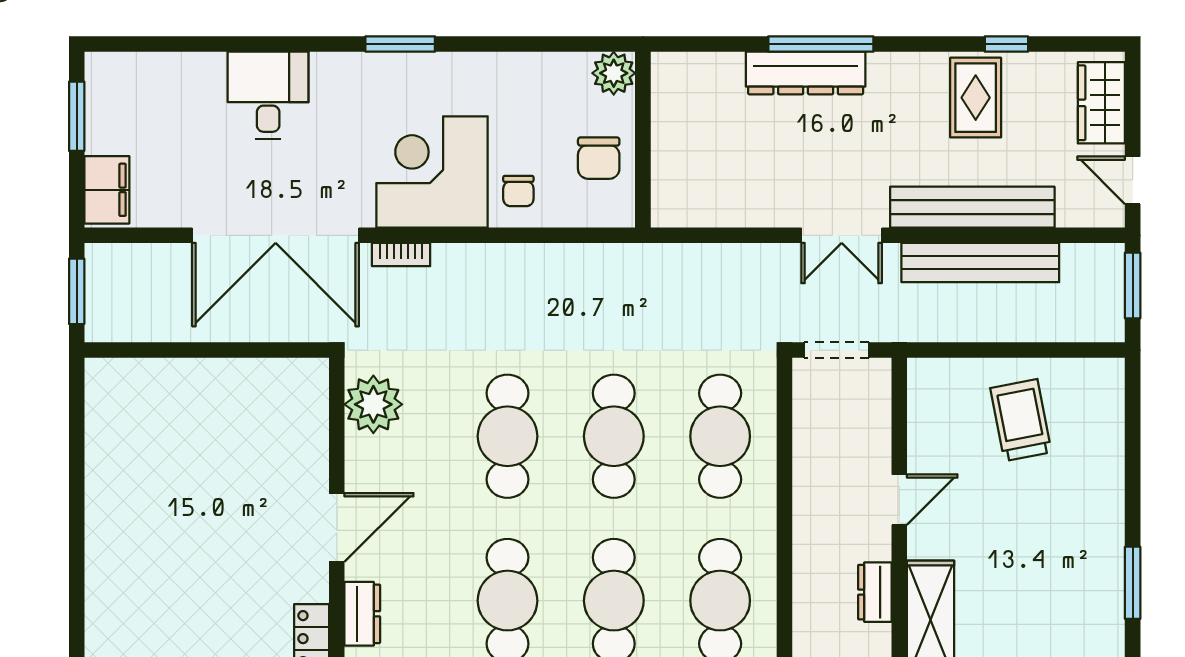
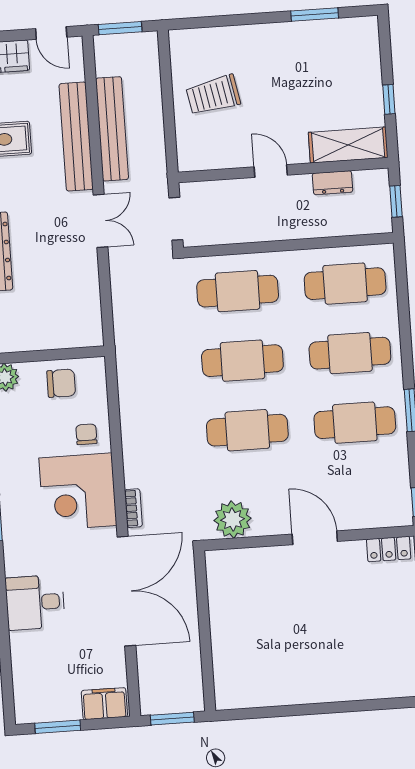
door: (1133, 180) -> (51, 33), hinge flipped
chair: (518, 191) -> (86, 434), turned -90
dresser: (362, 614) -> (370, 517), removed

